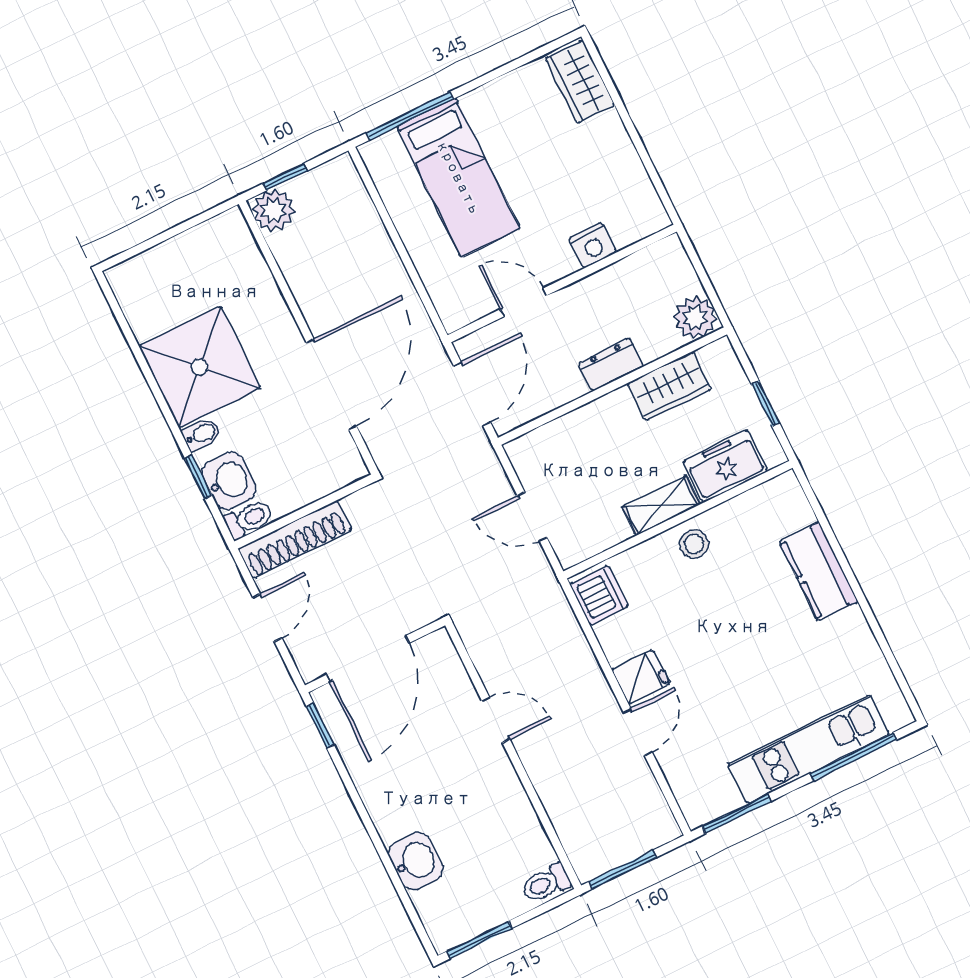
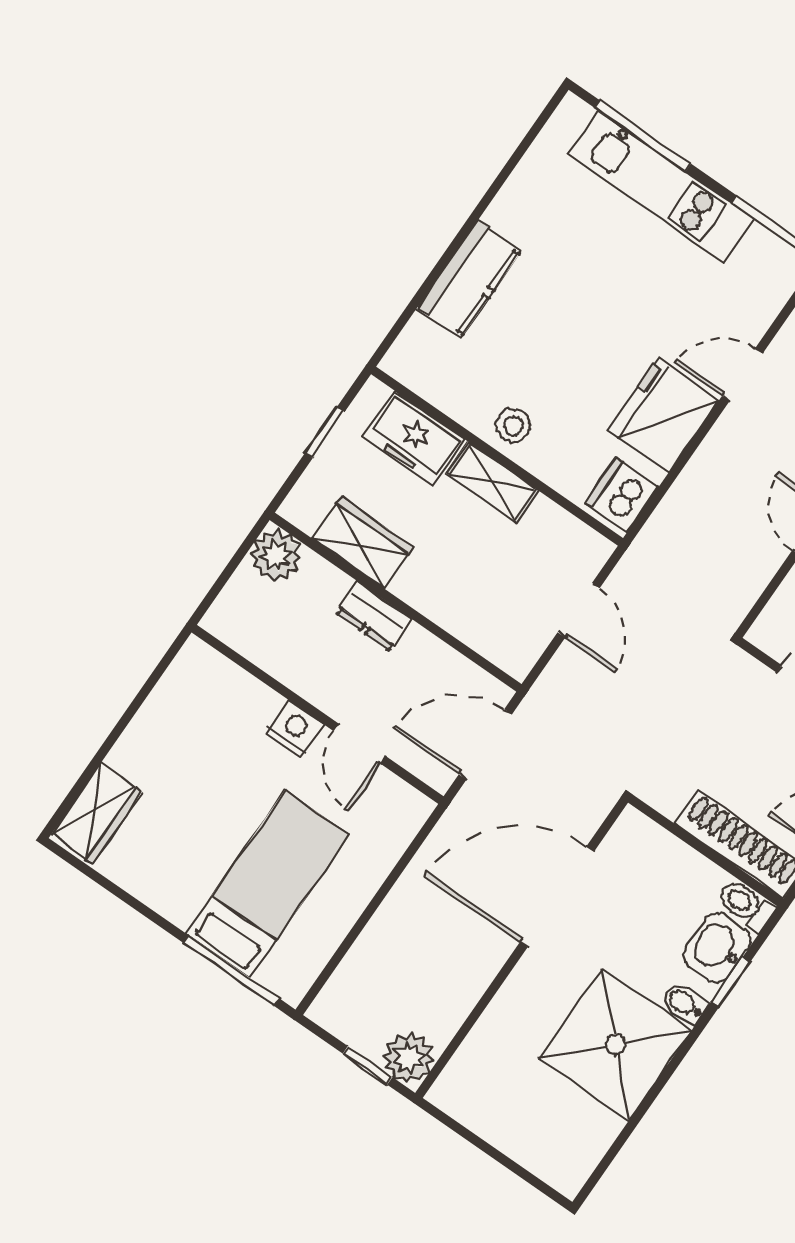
nightstand: (593, 245) -> (295, 729), moved
fridge: (641, 677) -> (663, 415), width x1.88, depth x1.34

